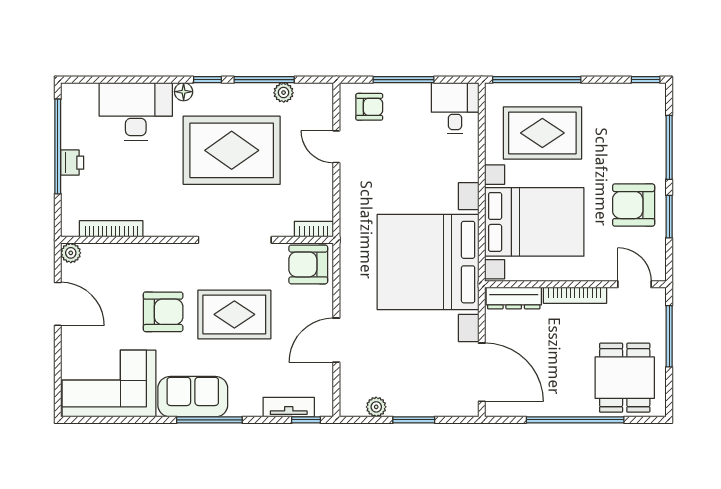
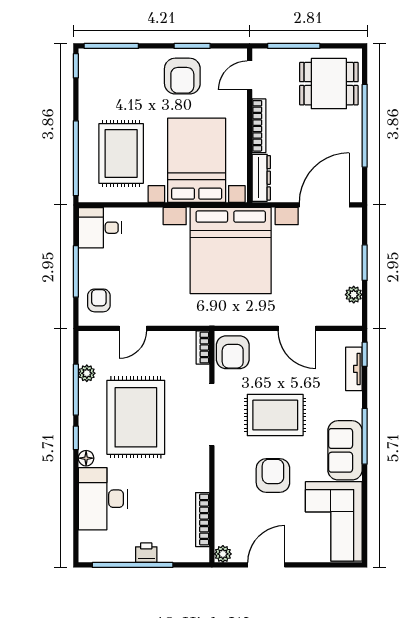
window: (669, 147) -> (111, 46), moved
rug: (234, 314) -> (275, 415), turned 90

